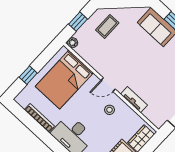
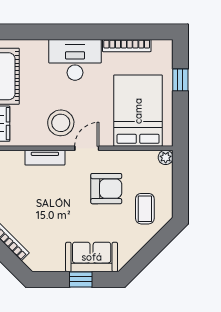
window: (78, 22) -> (180, 185), removed
armchair: (117, 55) -> (106, 189), added
stool: (109, 110) -> (61, 123), width x1.89, depth x1.89

